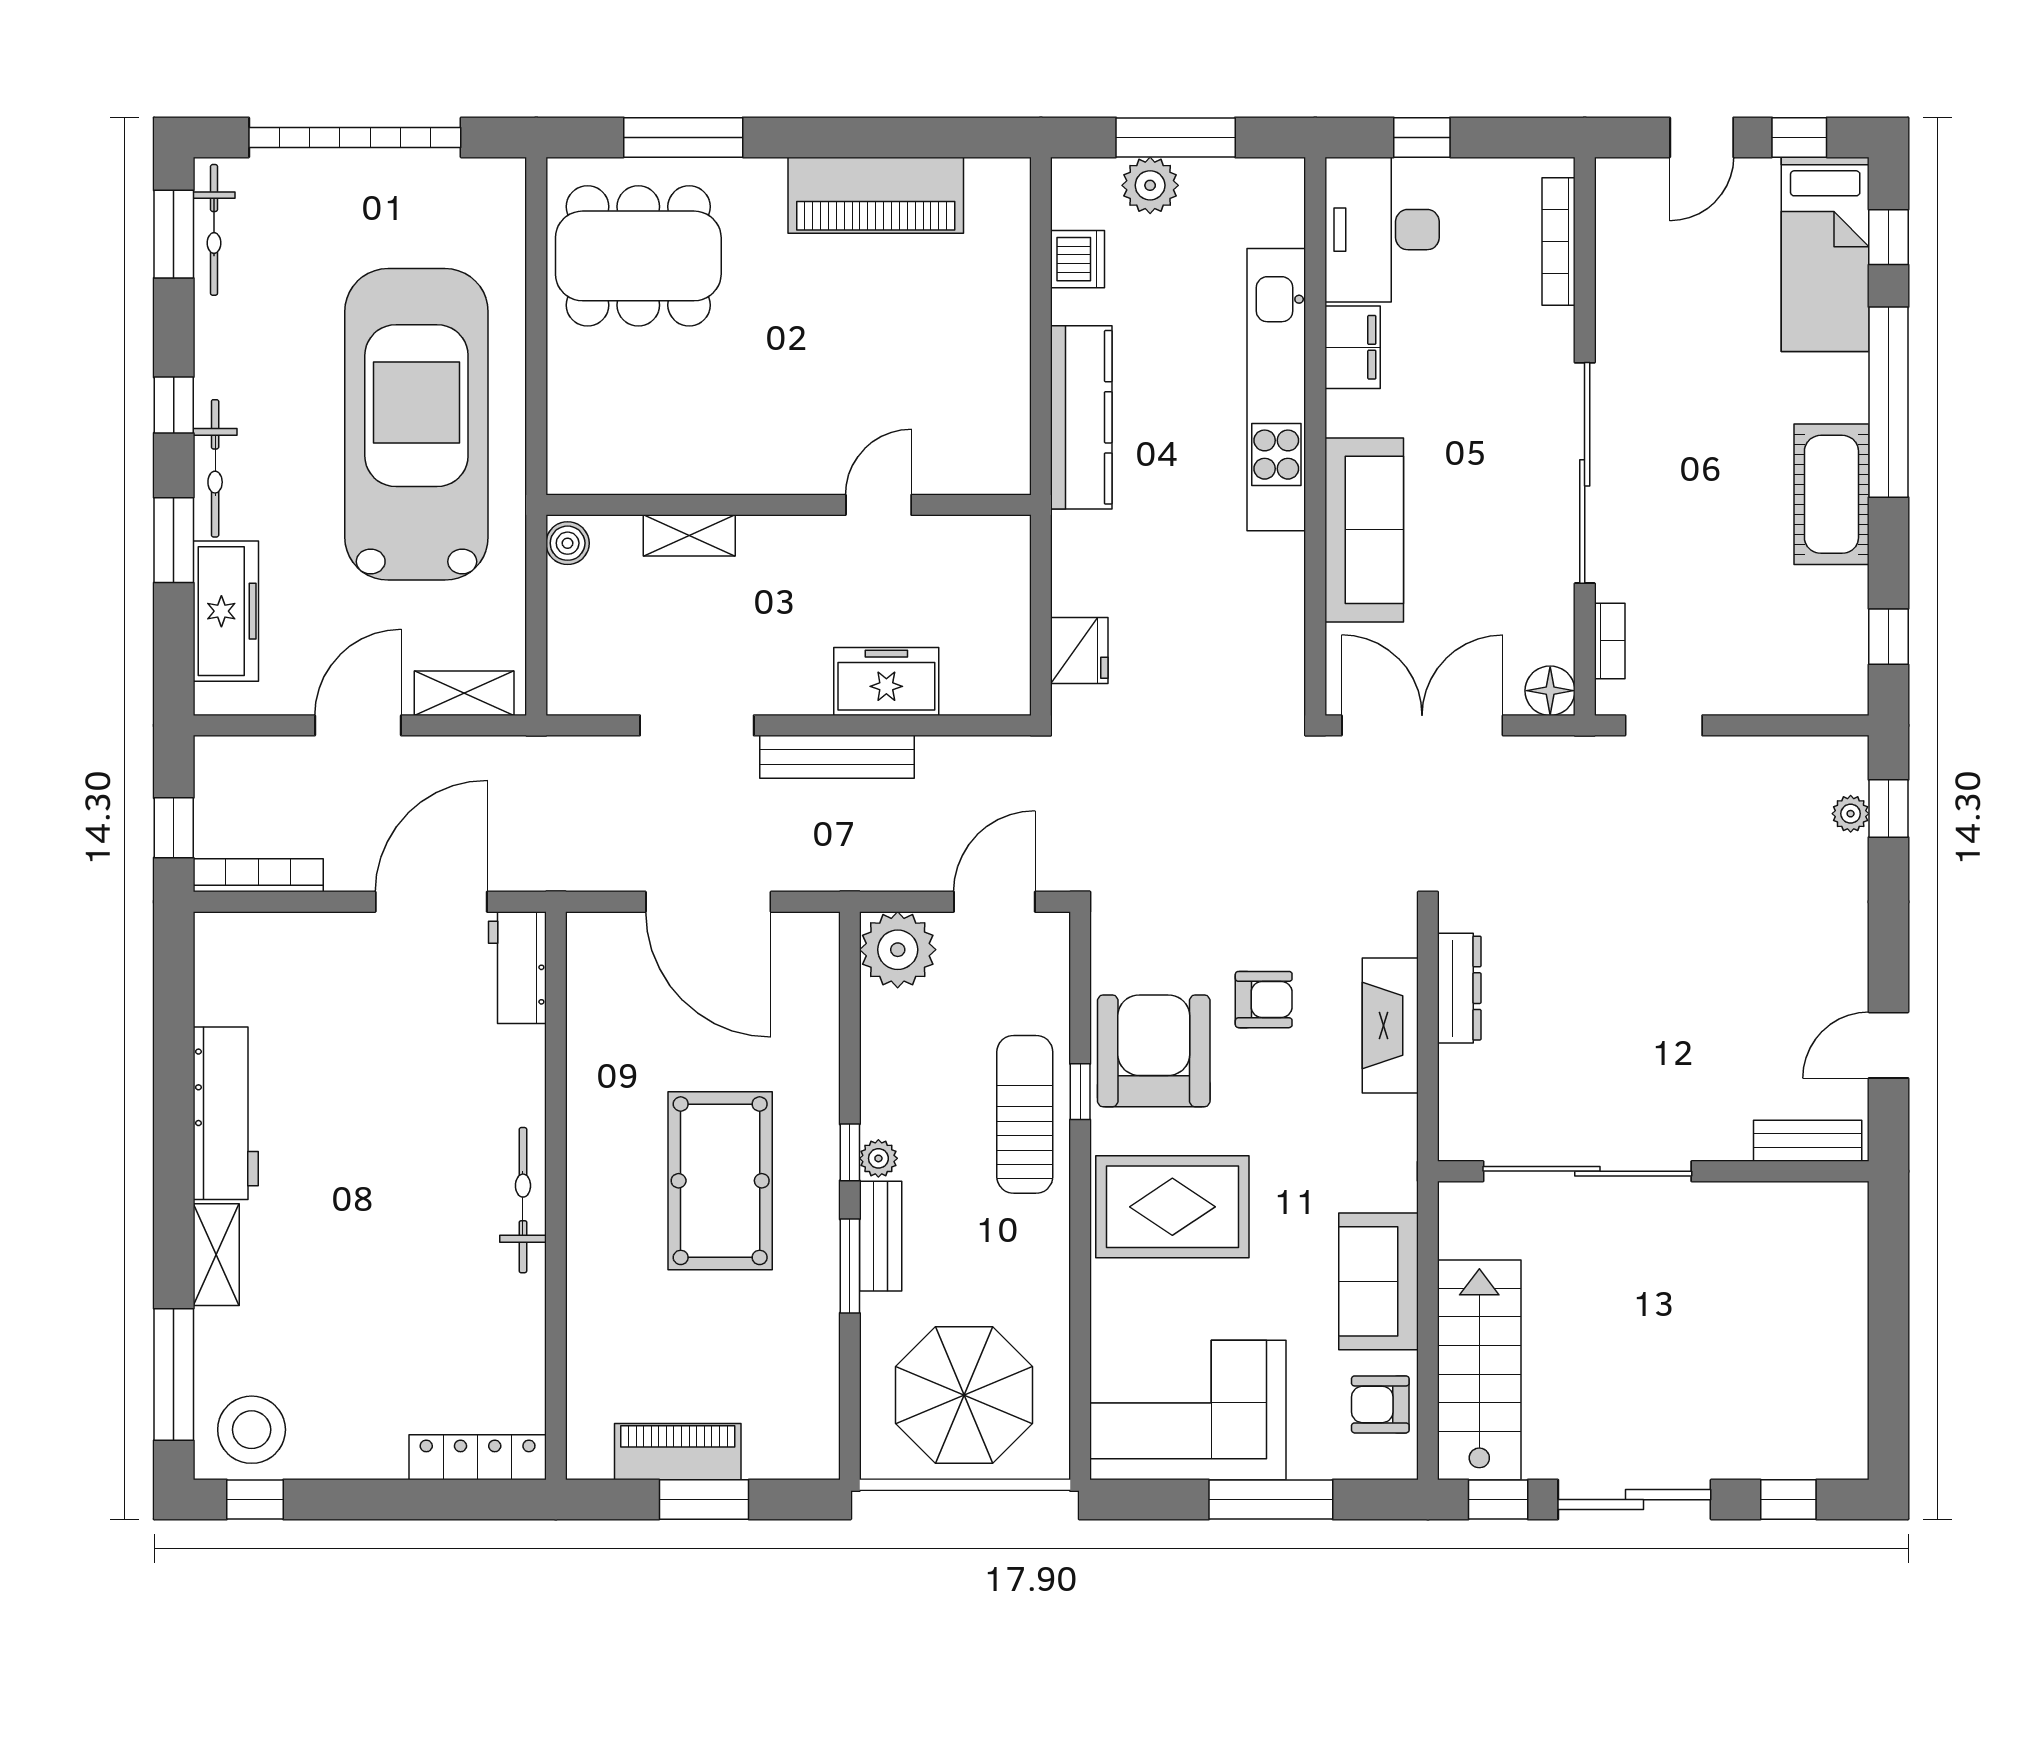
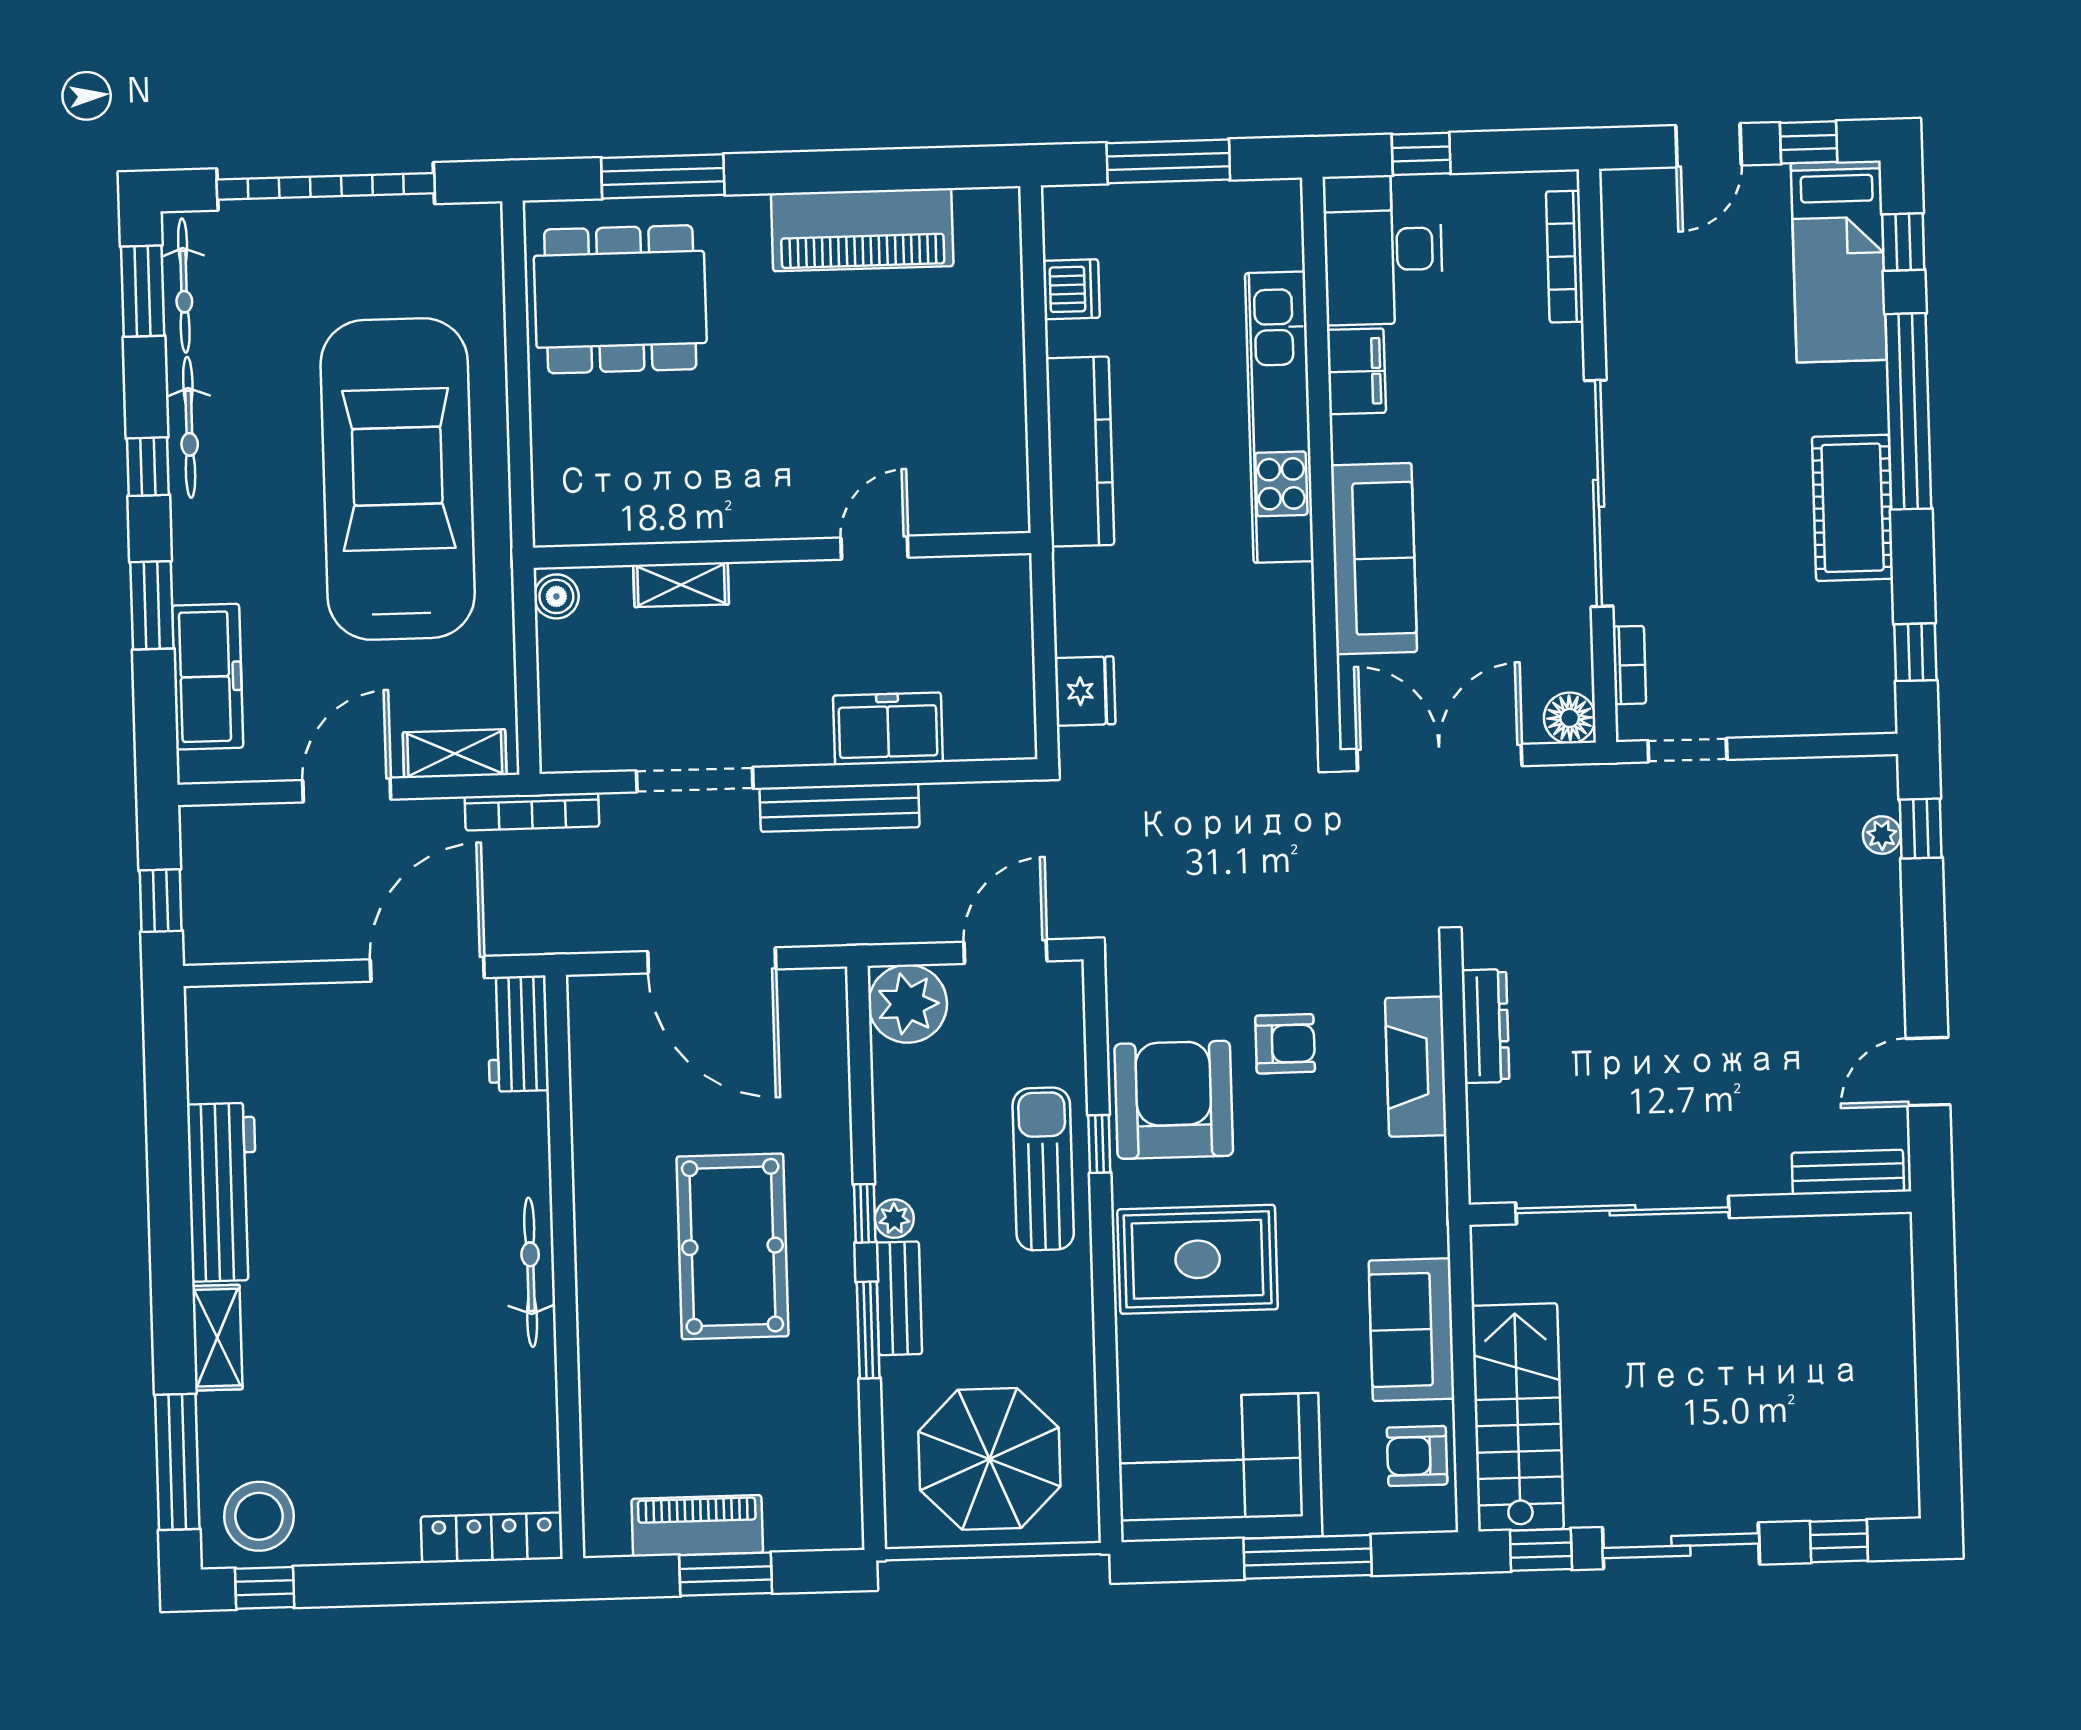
plant: (1150, 185) -> (1144, 211), removed
bicycle: (215, 468) -> (189, 427), moved
bookcase: (258, 875) -> (532, 812), moved, turned 180

